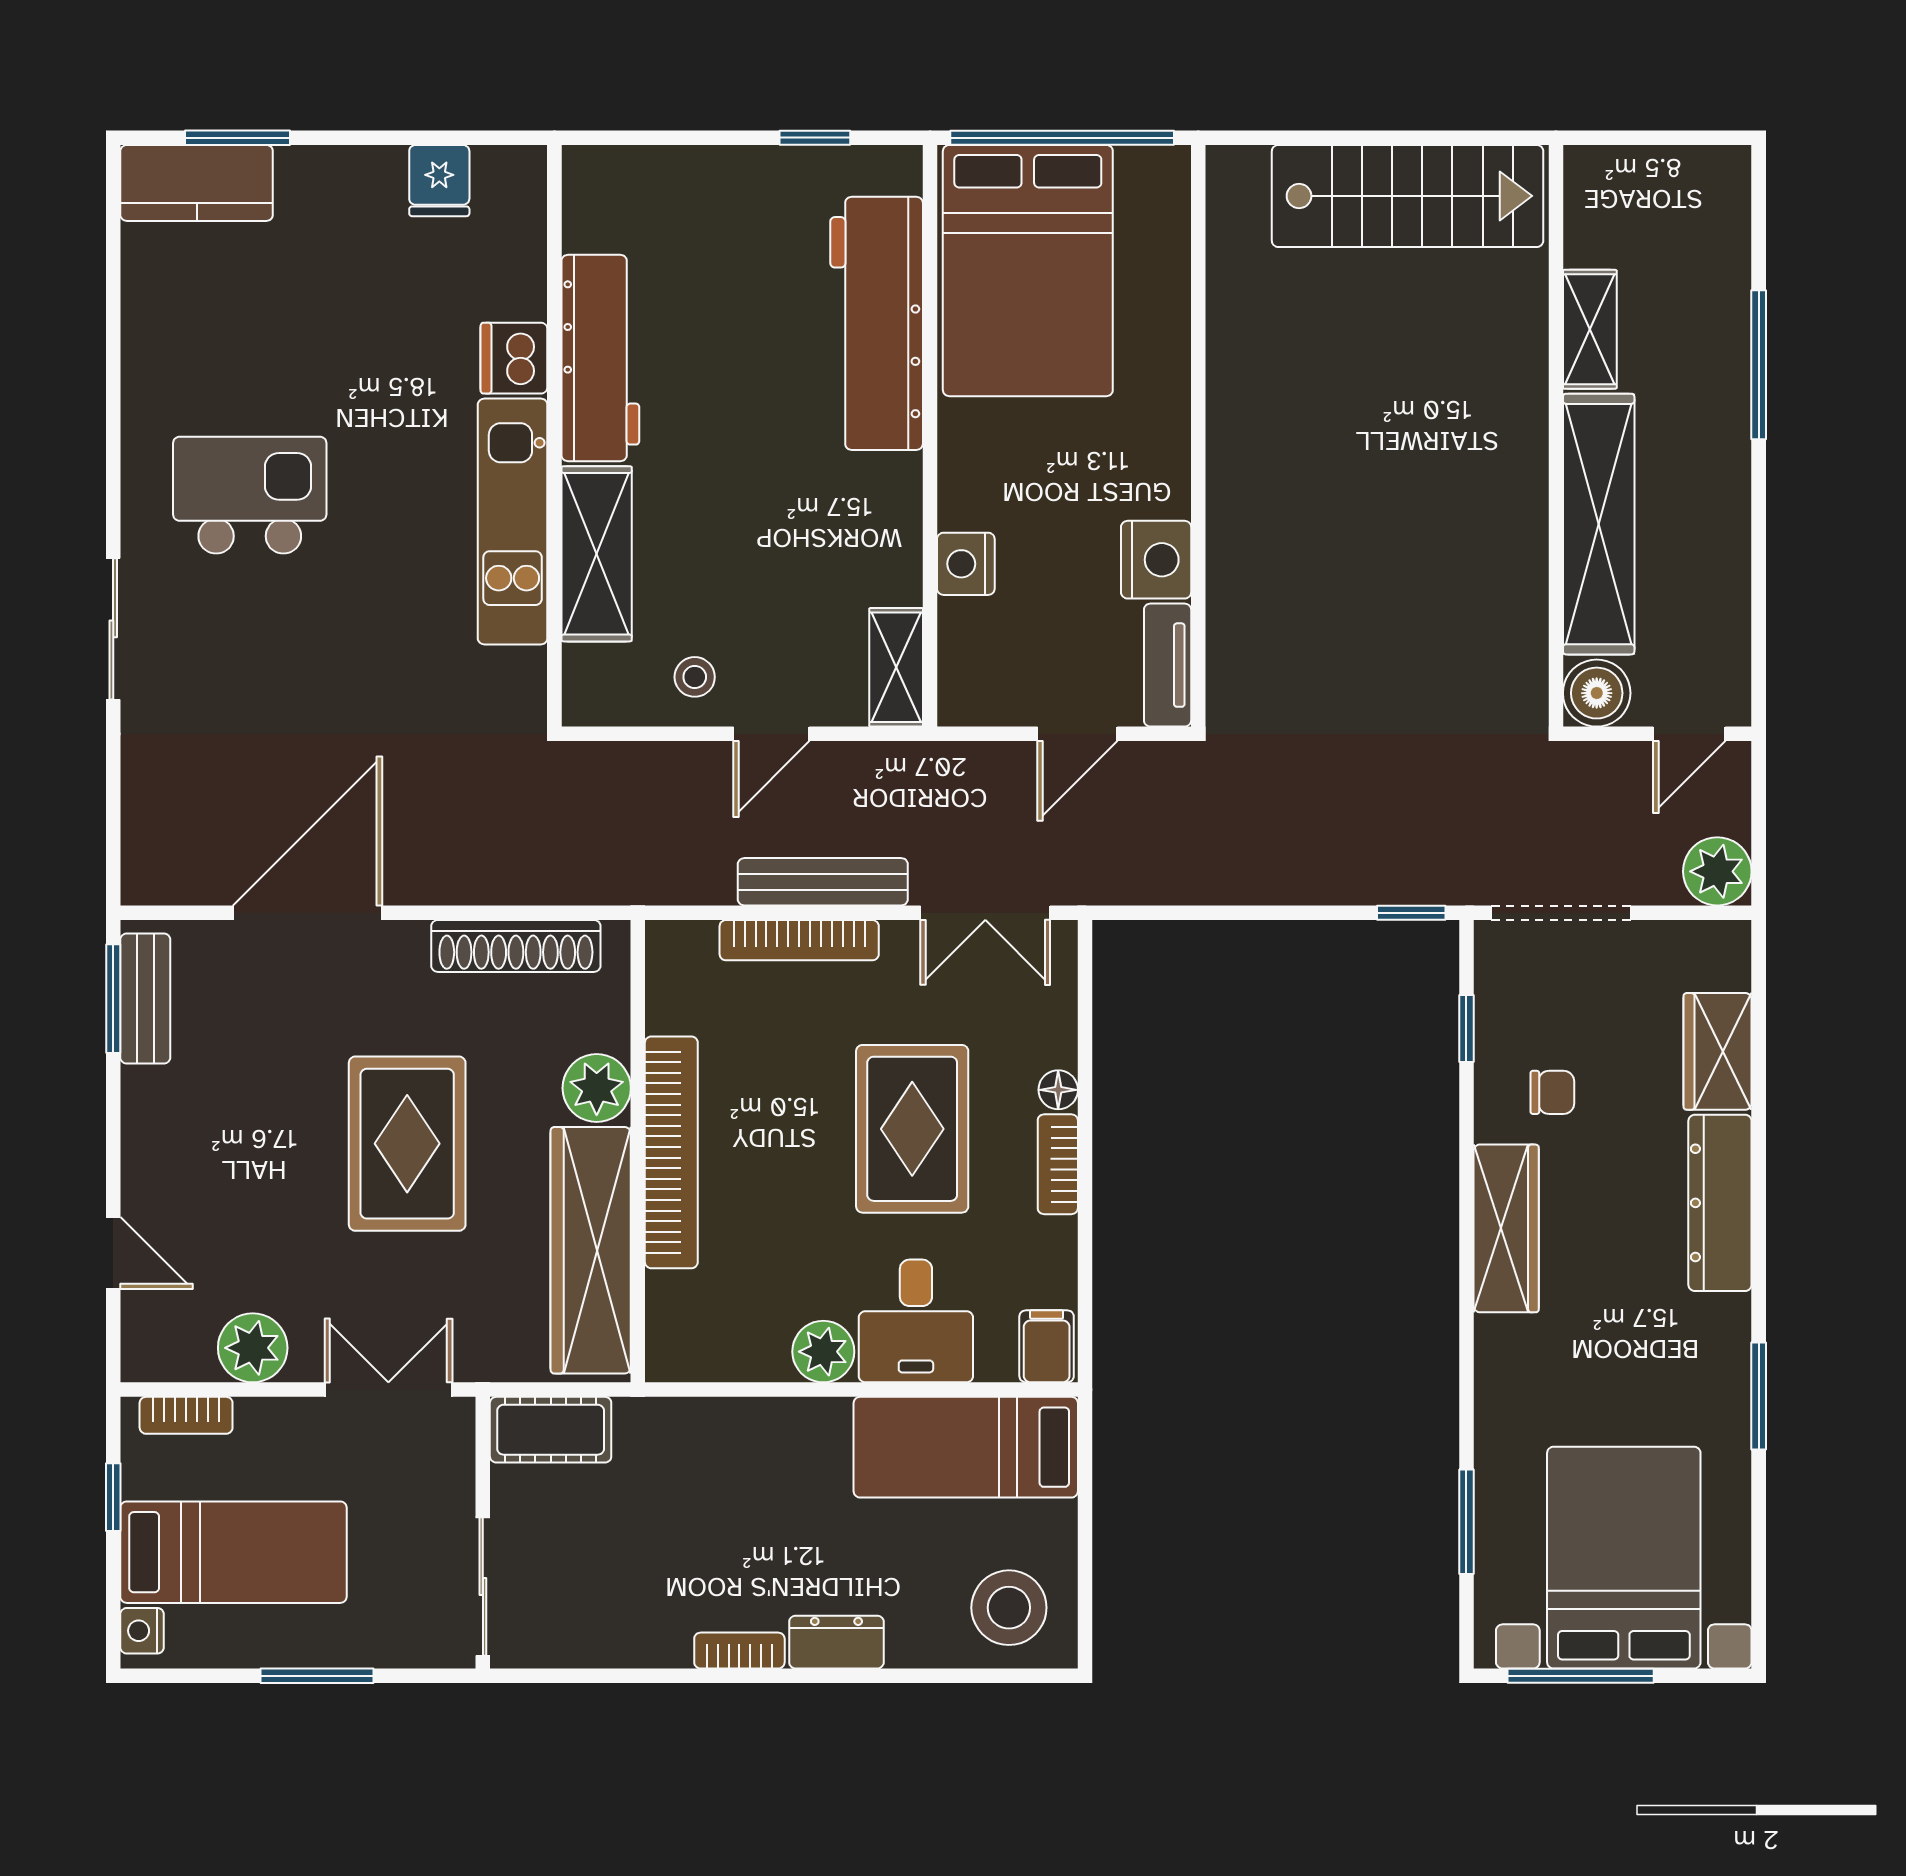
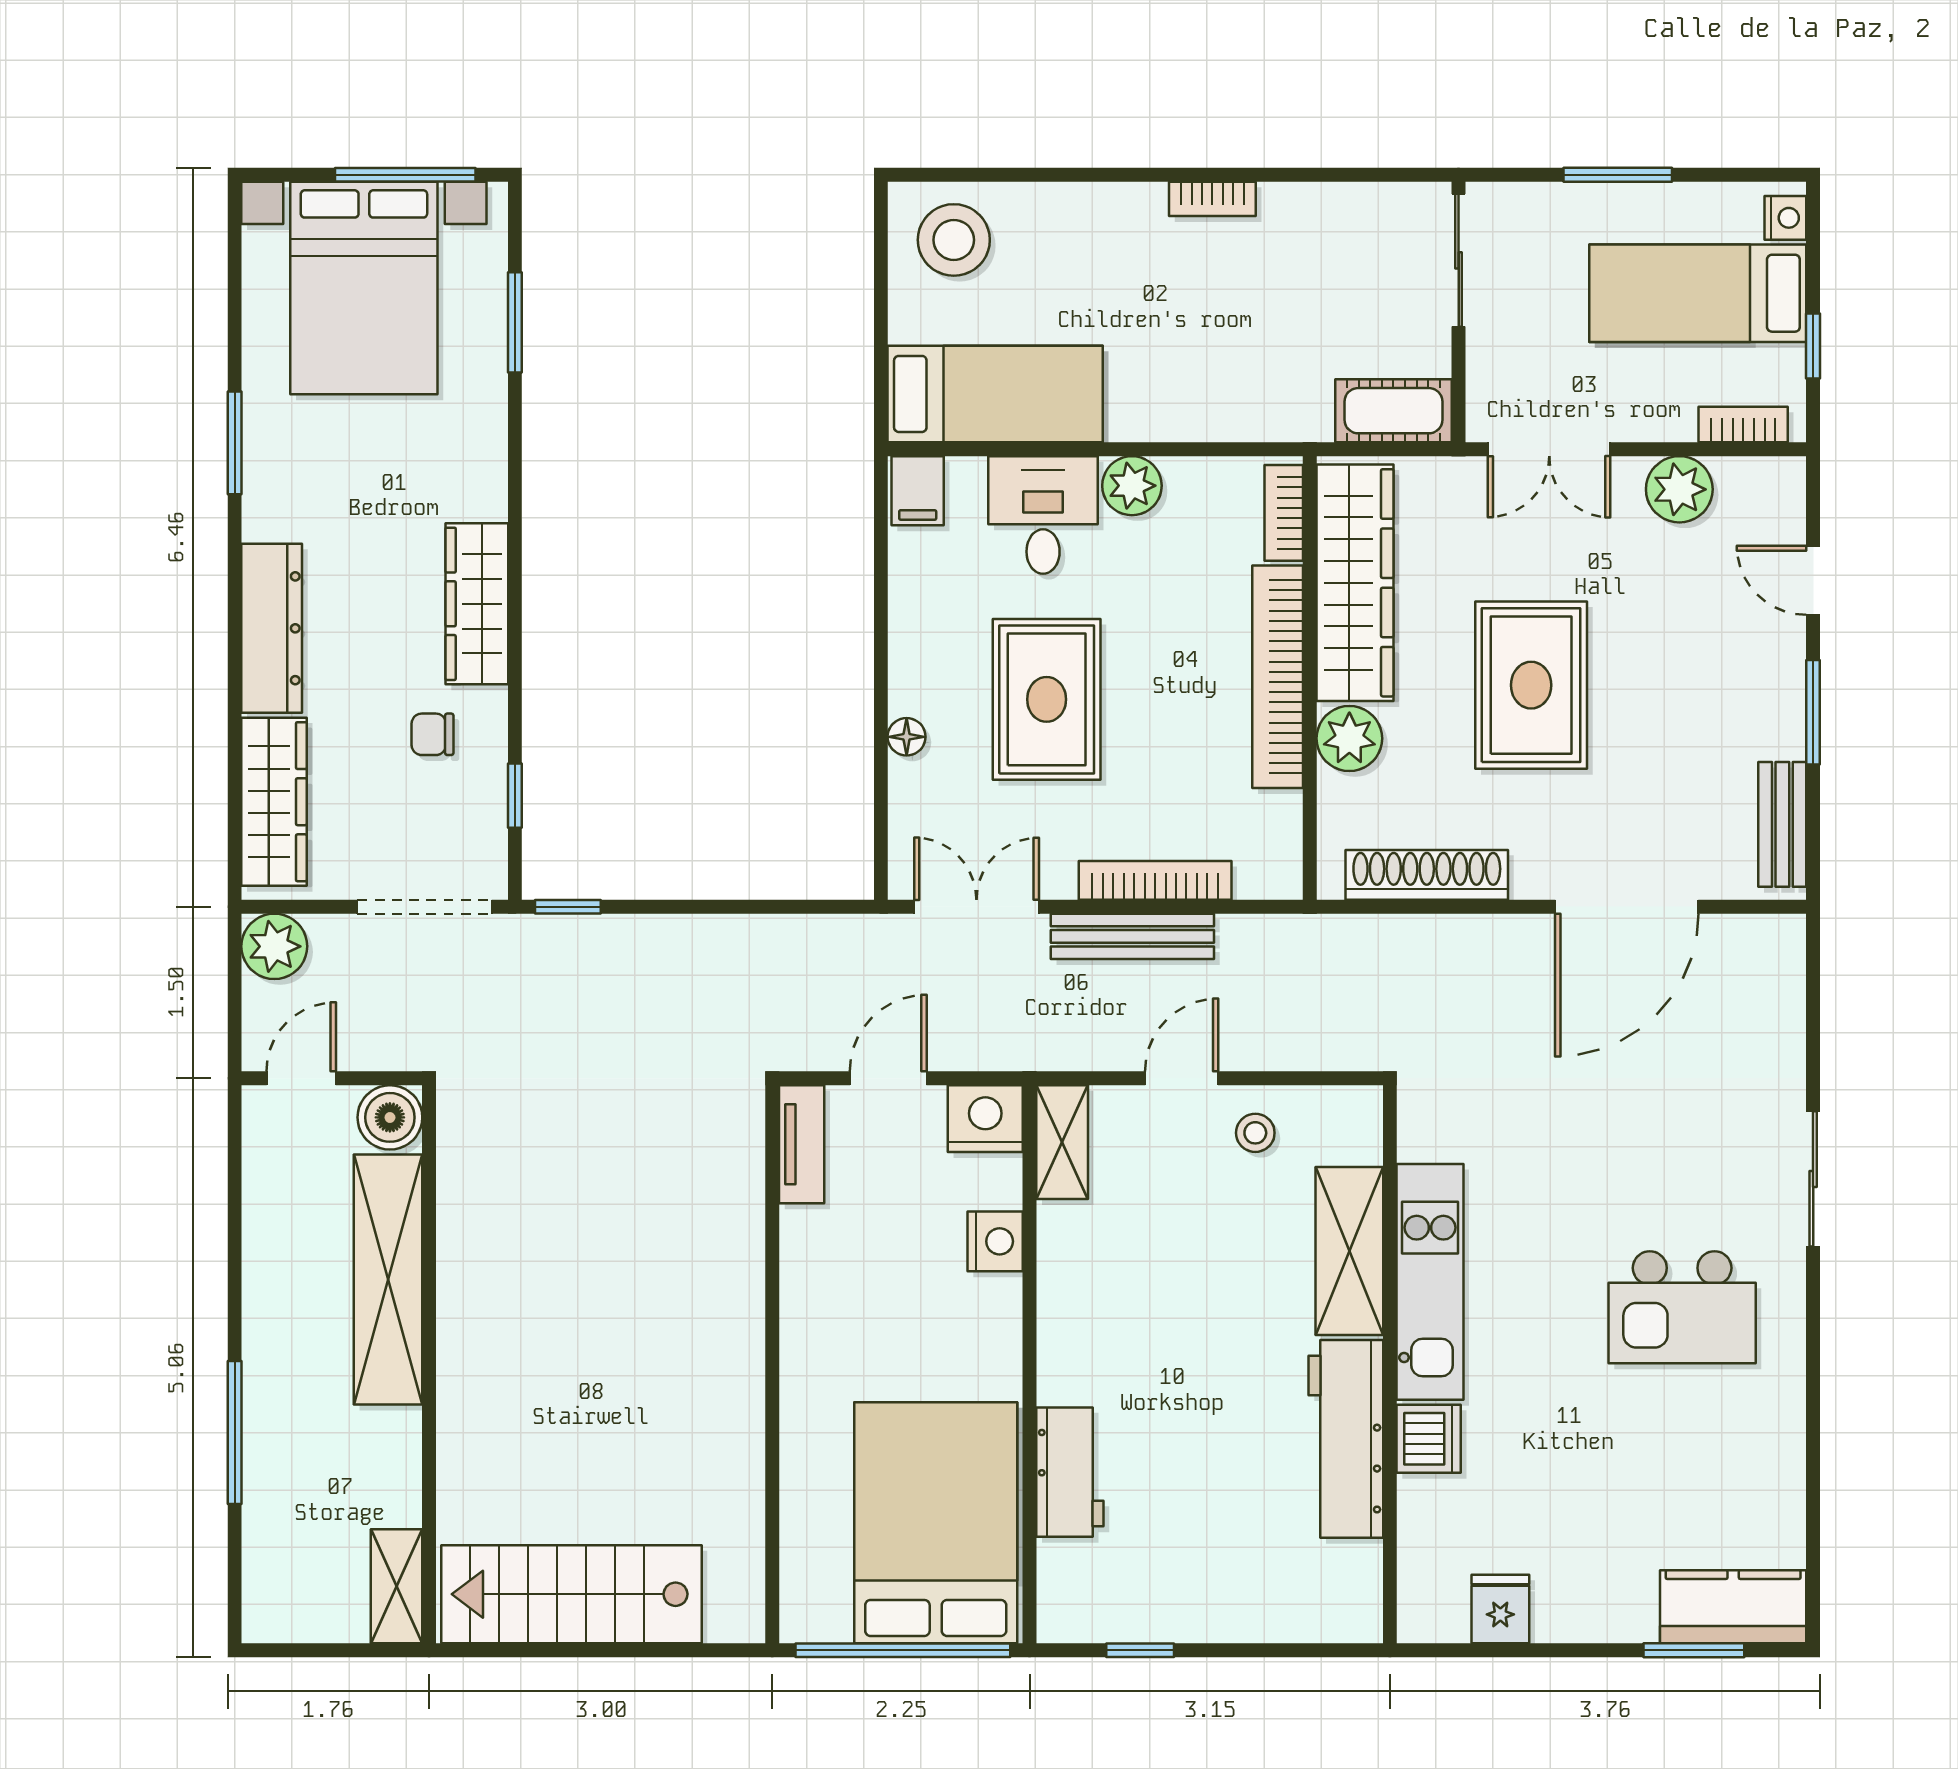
workbench: (877, 323) -> (1070, 1472), width x0.53, depth x0.76
shelving: (1590, 329) -> (397, 1586), moved
nightstand: (1156, 560) -> (985, 1119), moved, turned 90
window: (113, 999) -> (1813, 712), moved
wardrobe: (1718, 1051) -> (274, 802), width x1.50
bookcase: (1058, 1164) -> (1284, 513), moved, turned 180
dresser: (836, 1642) -> (1119, 207), removed

